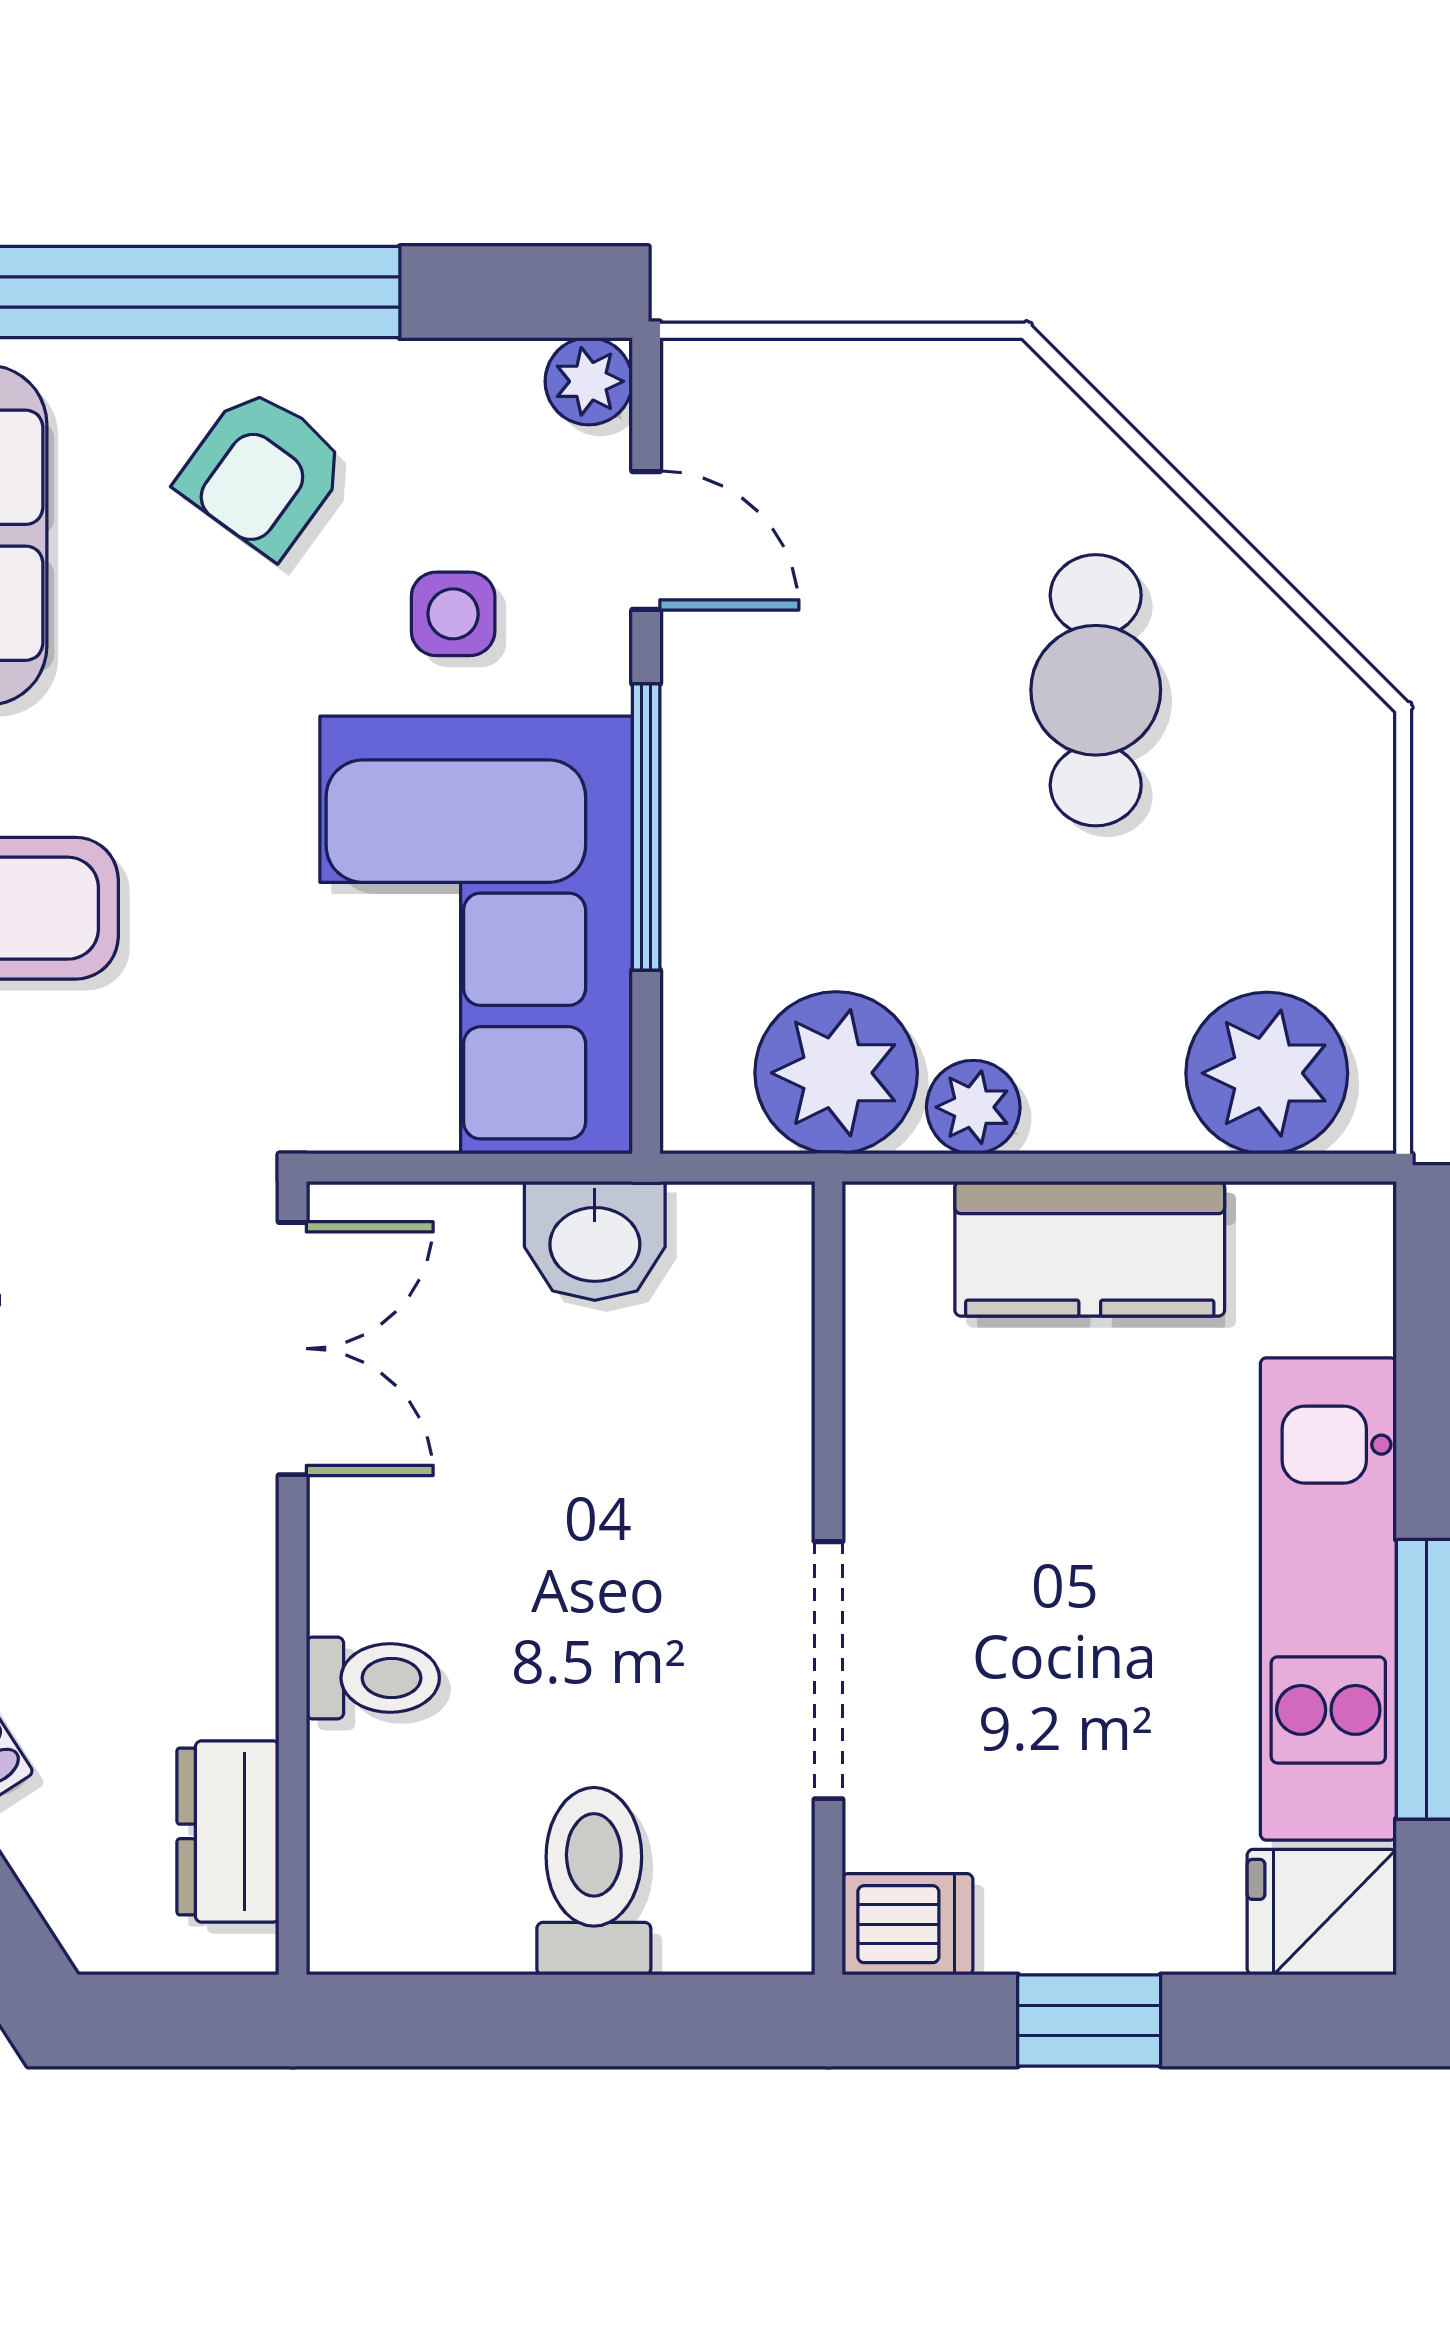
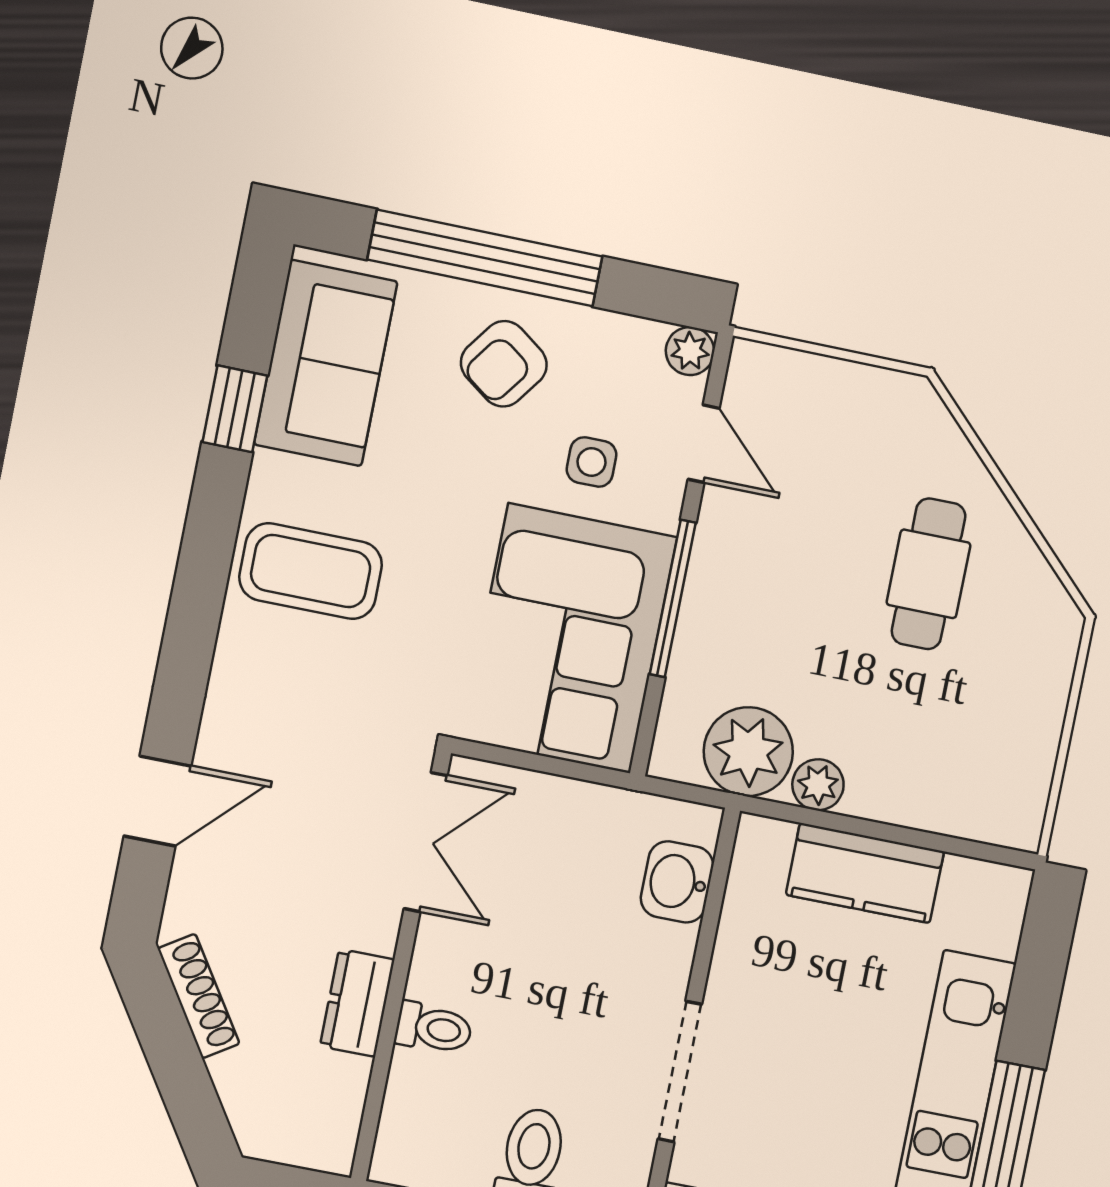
plant: (1267, 1073) -> (978, 798), removed
washbasin: (595, 1241) -> (677, 882), moved, turned 90
dresser: (228, 1831) -> (357, 1003), moved

